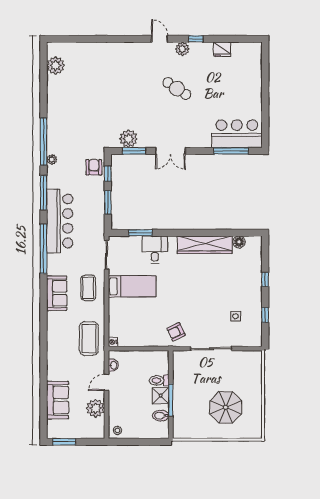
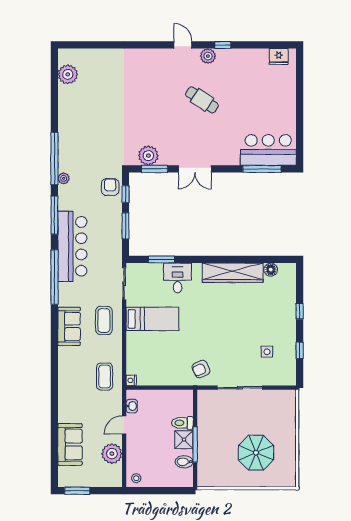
fridge: (222, 49) -> (279, 56), moved
coffee table: (89, 339) -> (105, 376), width x0.73, depth x0.76

